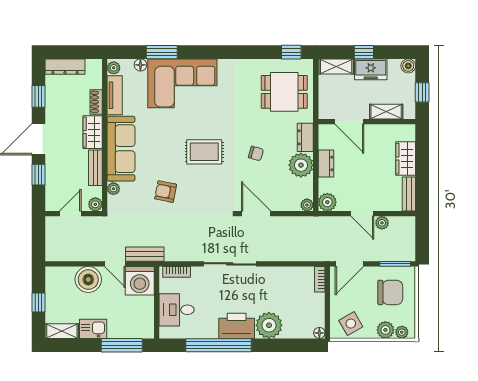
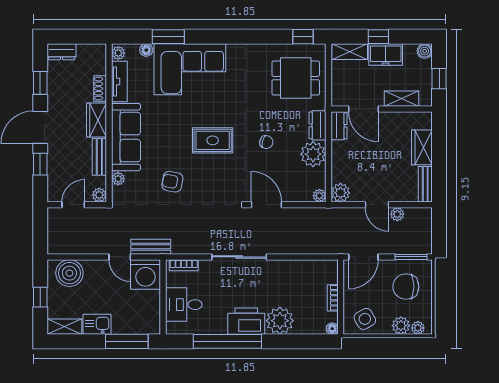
dresser: (65, 67) -> (62, 52), width x0.70
dresser: (326, 164) -> (339, 126), moved
bookcase: (320, 279) -> (333, 298), moved
boiler: (88, 280) -> (69, 273), moved
chair: (390, 292) -> (406, 287), turned 180

